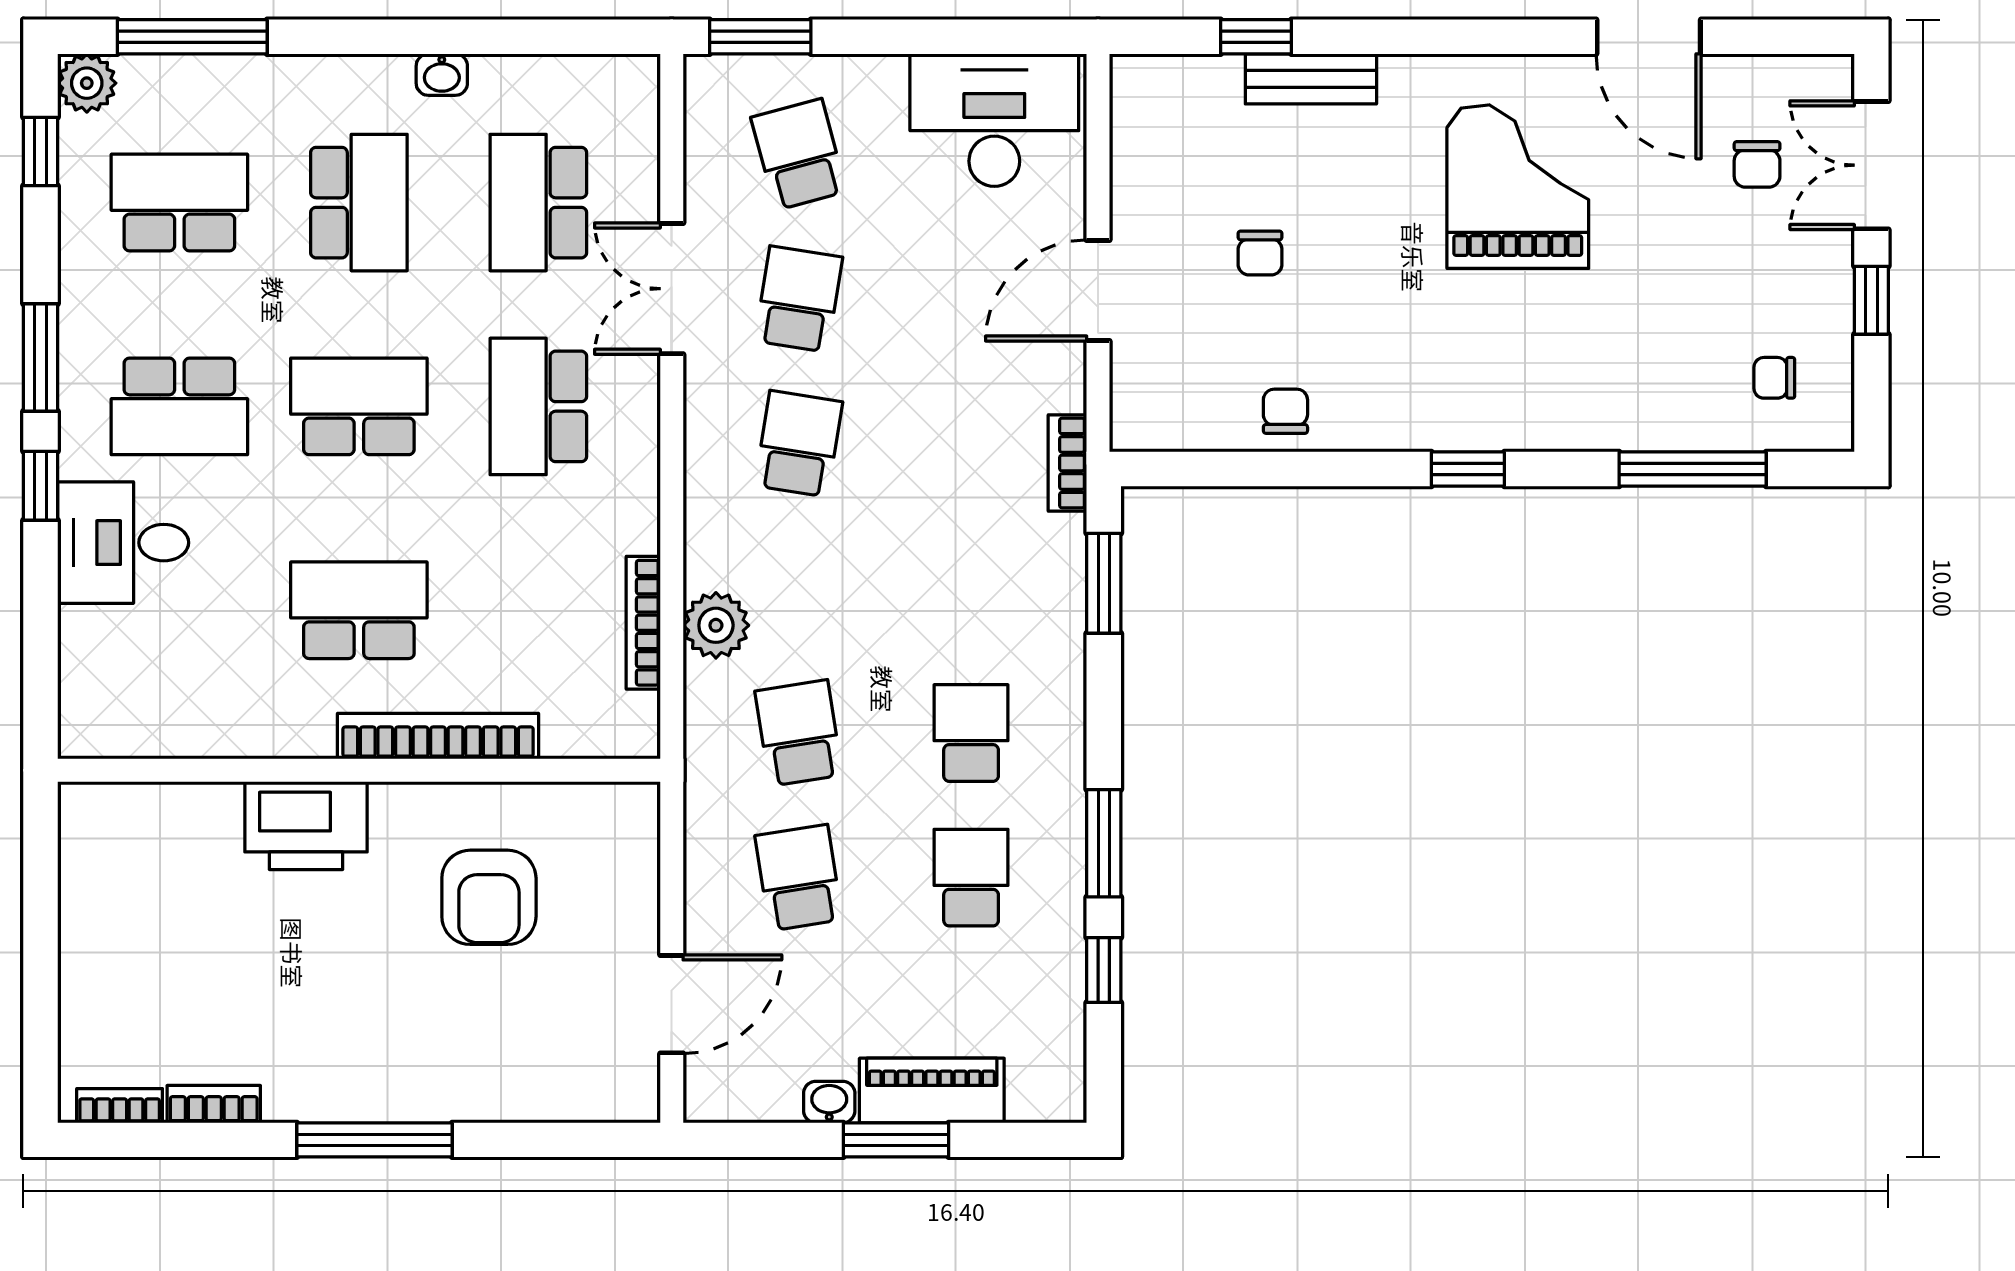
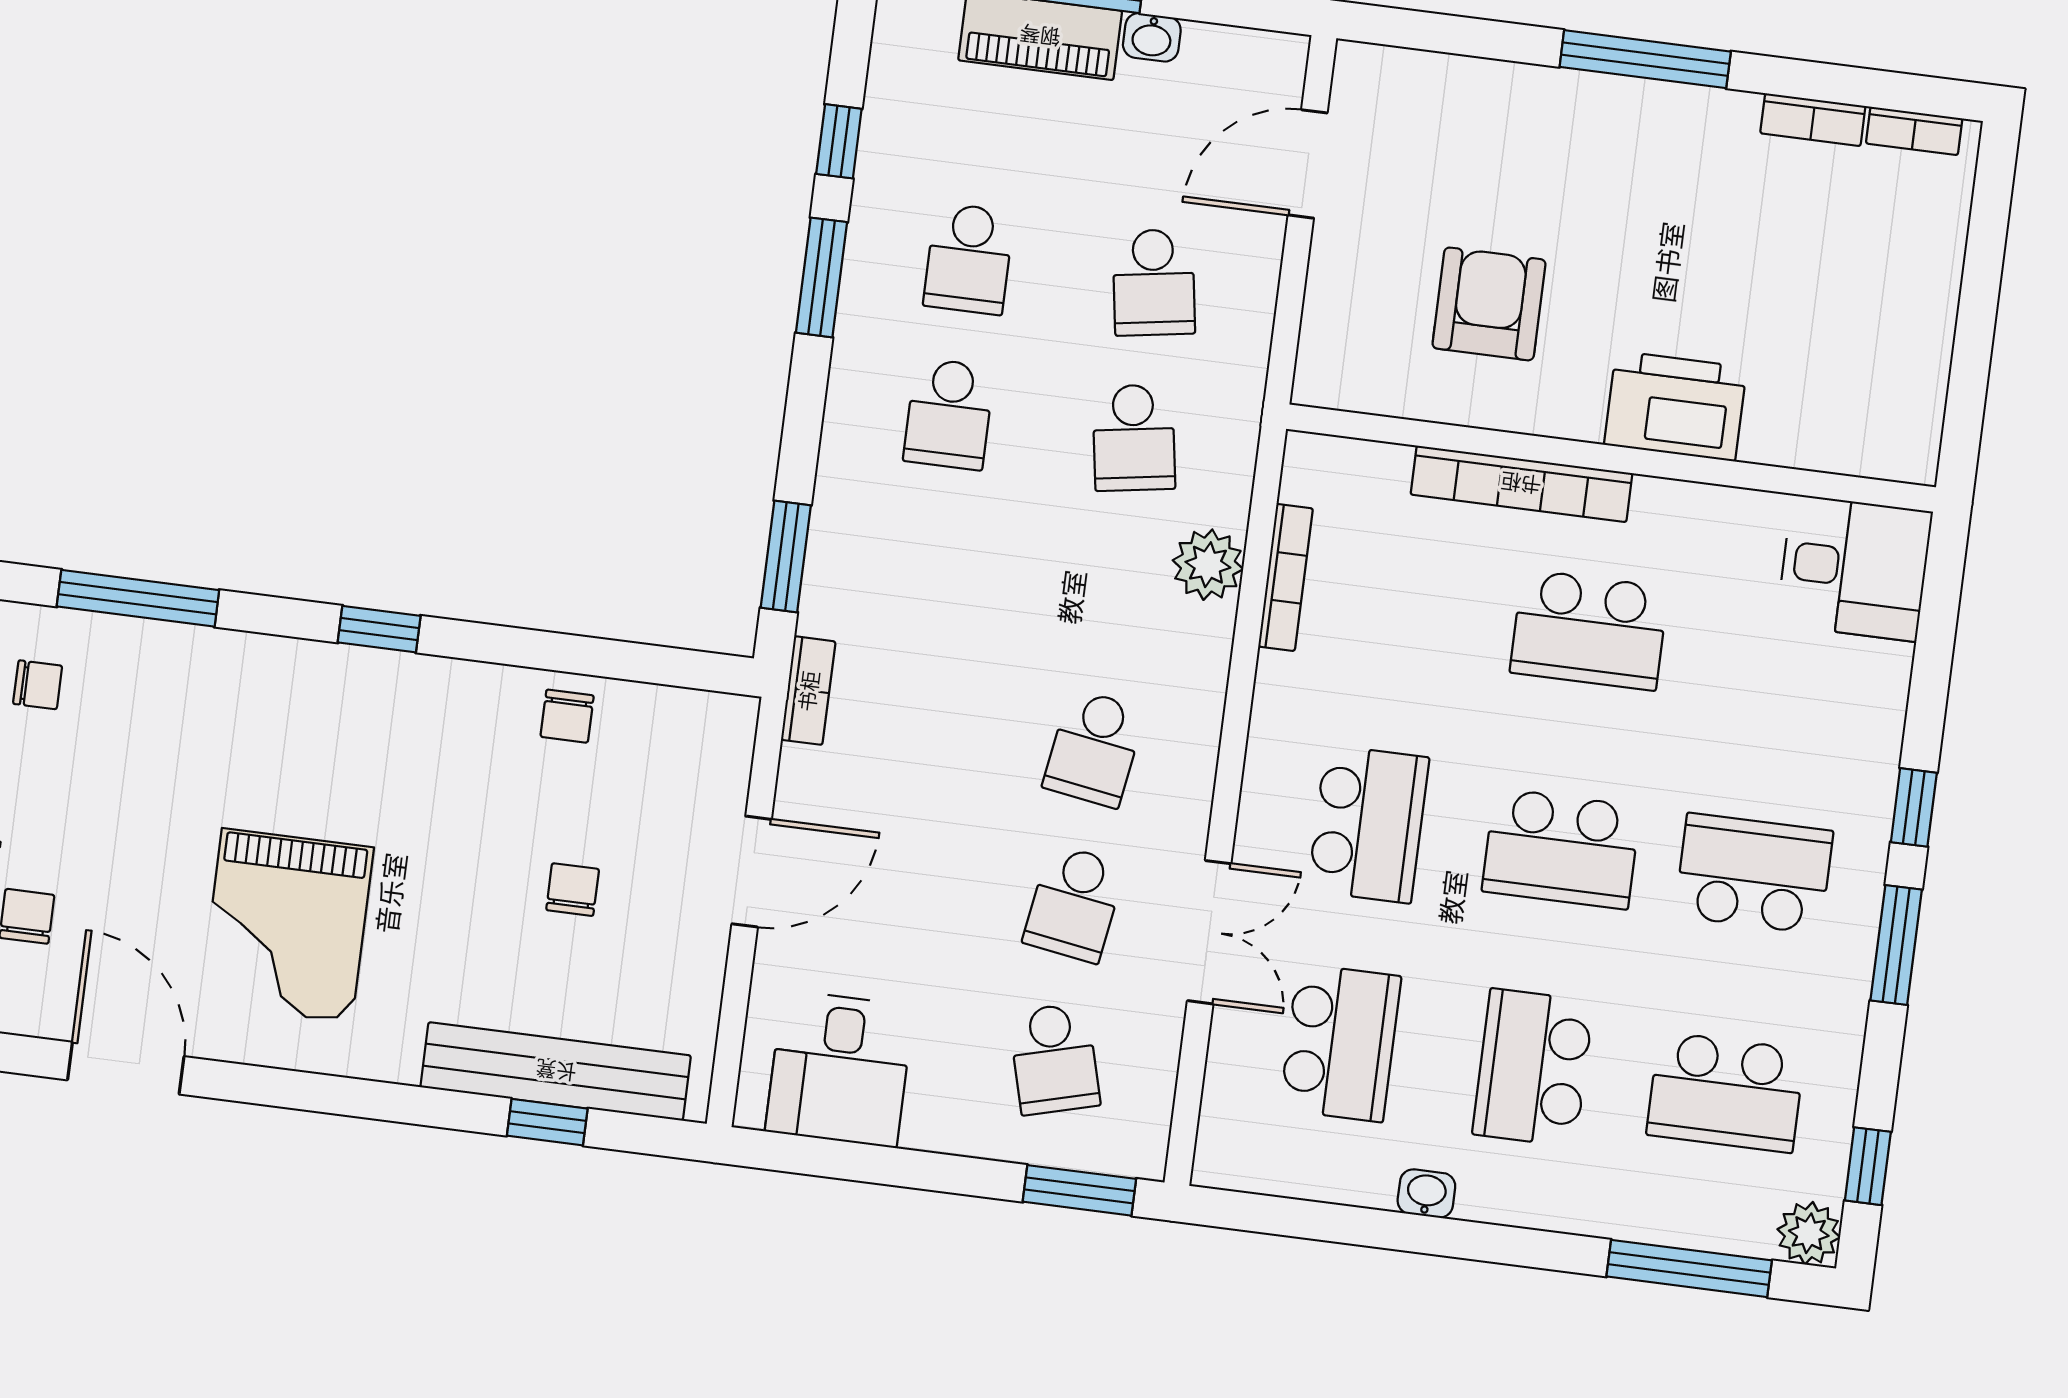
bench: (1311, 79) -> (556, 1071), width x1.86, depth x1.21
desk: (994, 120) -> (840, 1069), width x0.73
desk: (123, 543) -> (1854, 568), moved

